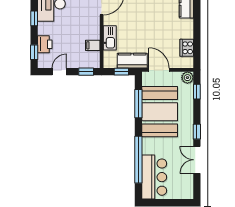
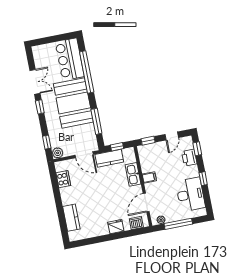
filing cabinet: (93, 45) -> (149, 177), moved
booth: (160, 112) -> (73, 103), moved

